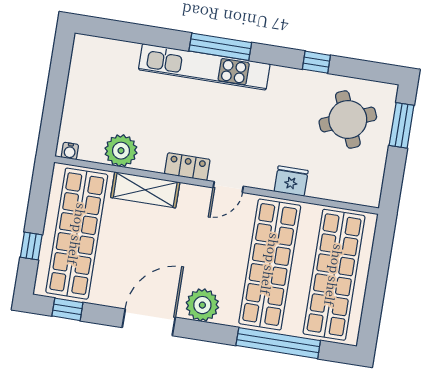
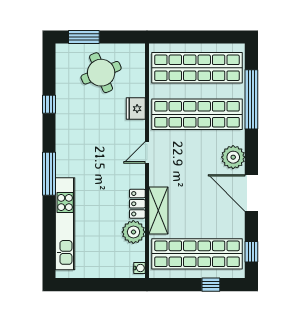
kitchen unit: (204, 67) -> (65, 224), moved
round table: (348, 120) -> (101, 73), moved
locker: (187, 167) -> (137, 204), moved
door: (228, 187) -> (147, 152), swing flipped

